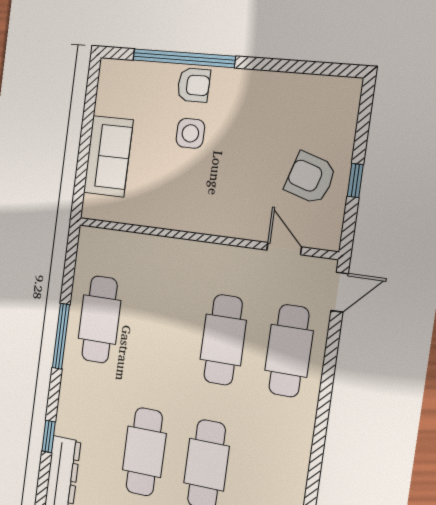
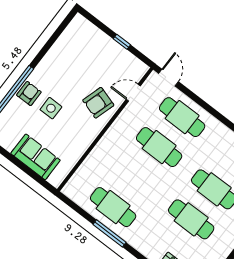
armchair: (310, 178) -> (98, 103), moved

